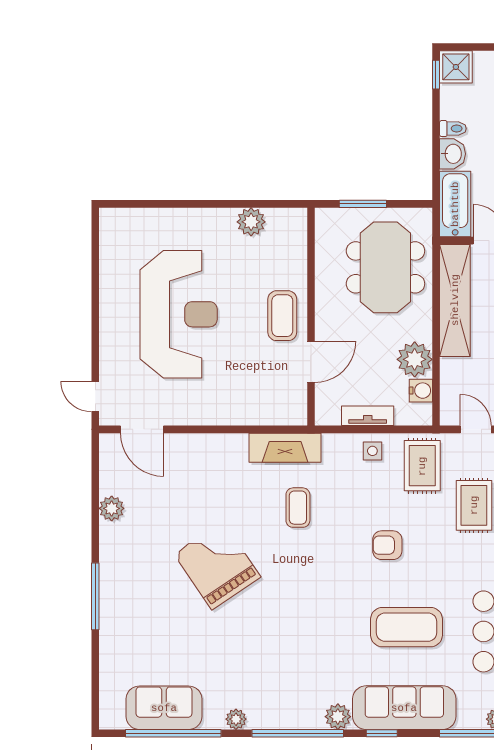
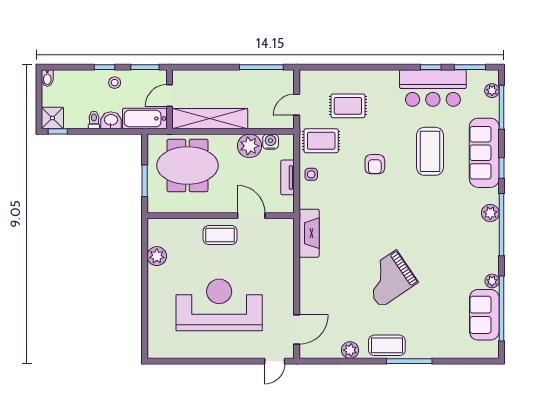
coffee table: (298, 508) -> (387, 345), moved, width x1.36, depth x1.30
plant: (338, 717) -> (490, 213), moved
plant: (236, 719) -> (492, 281), moved

